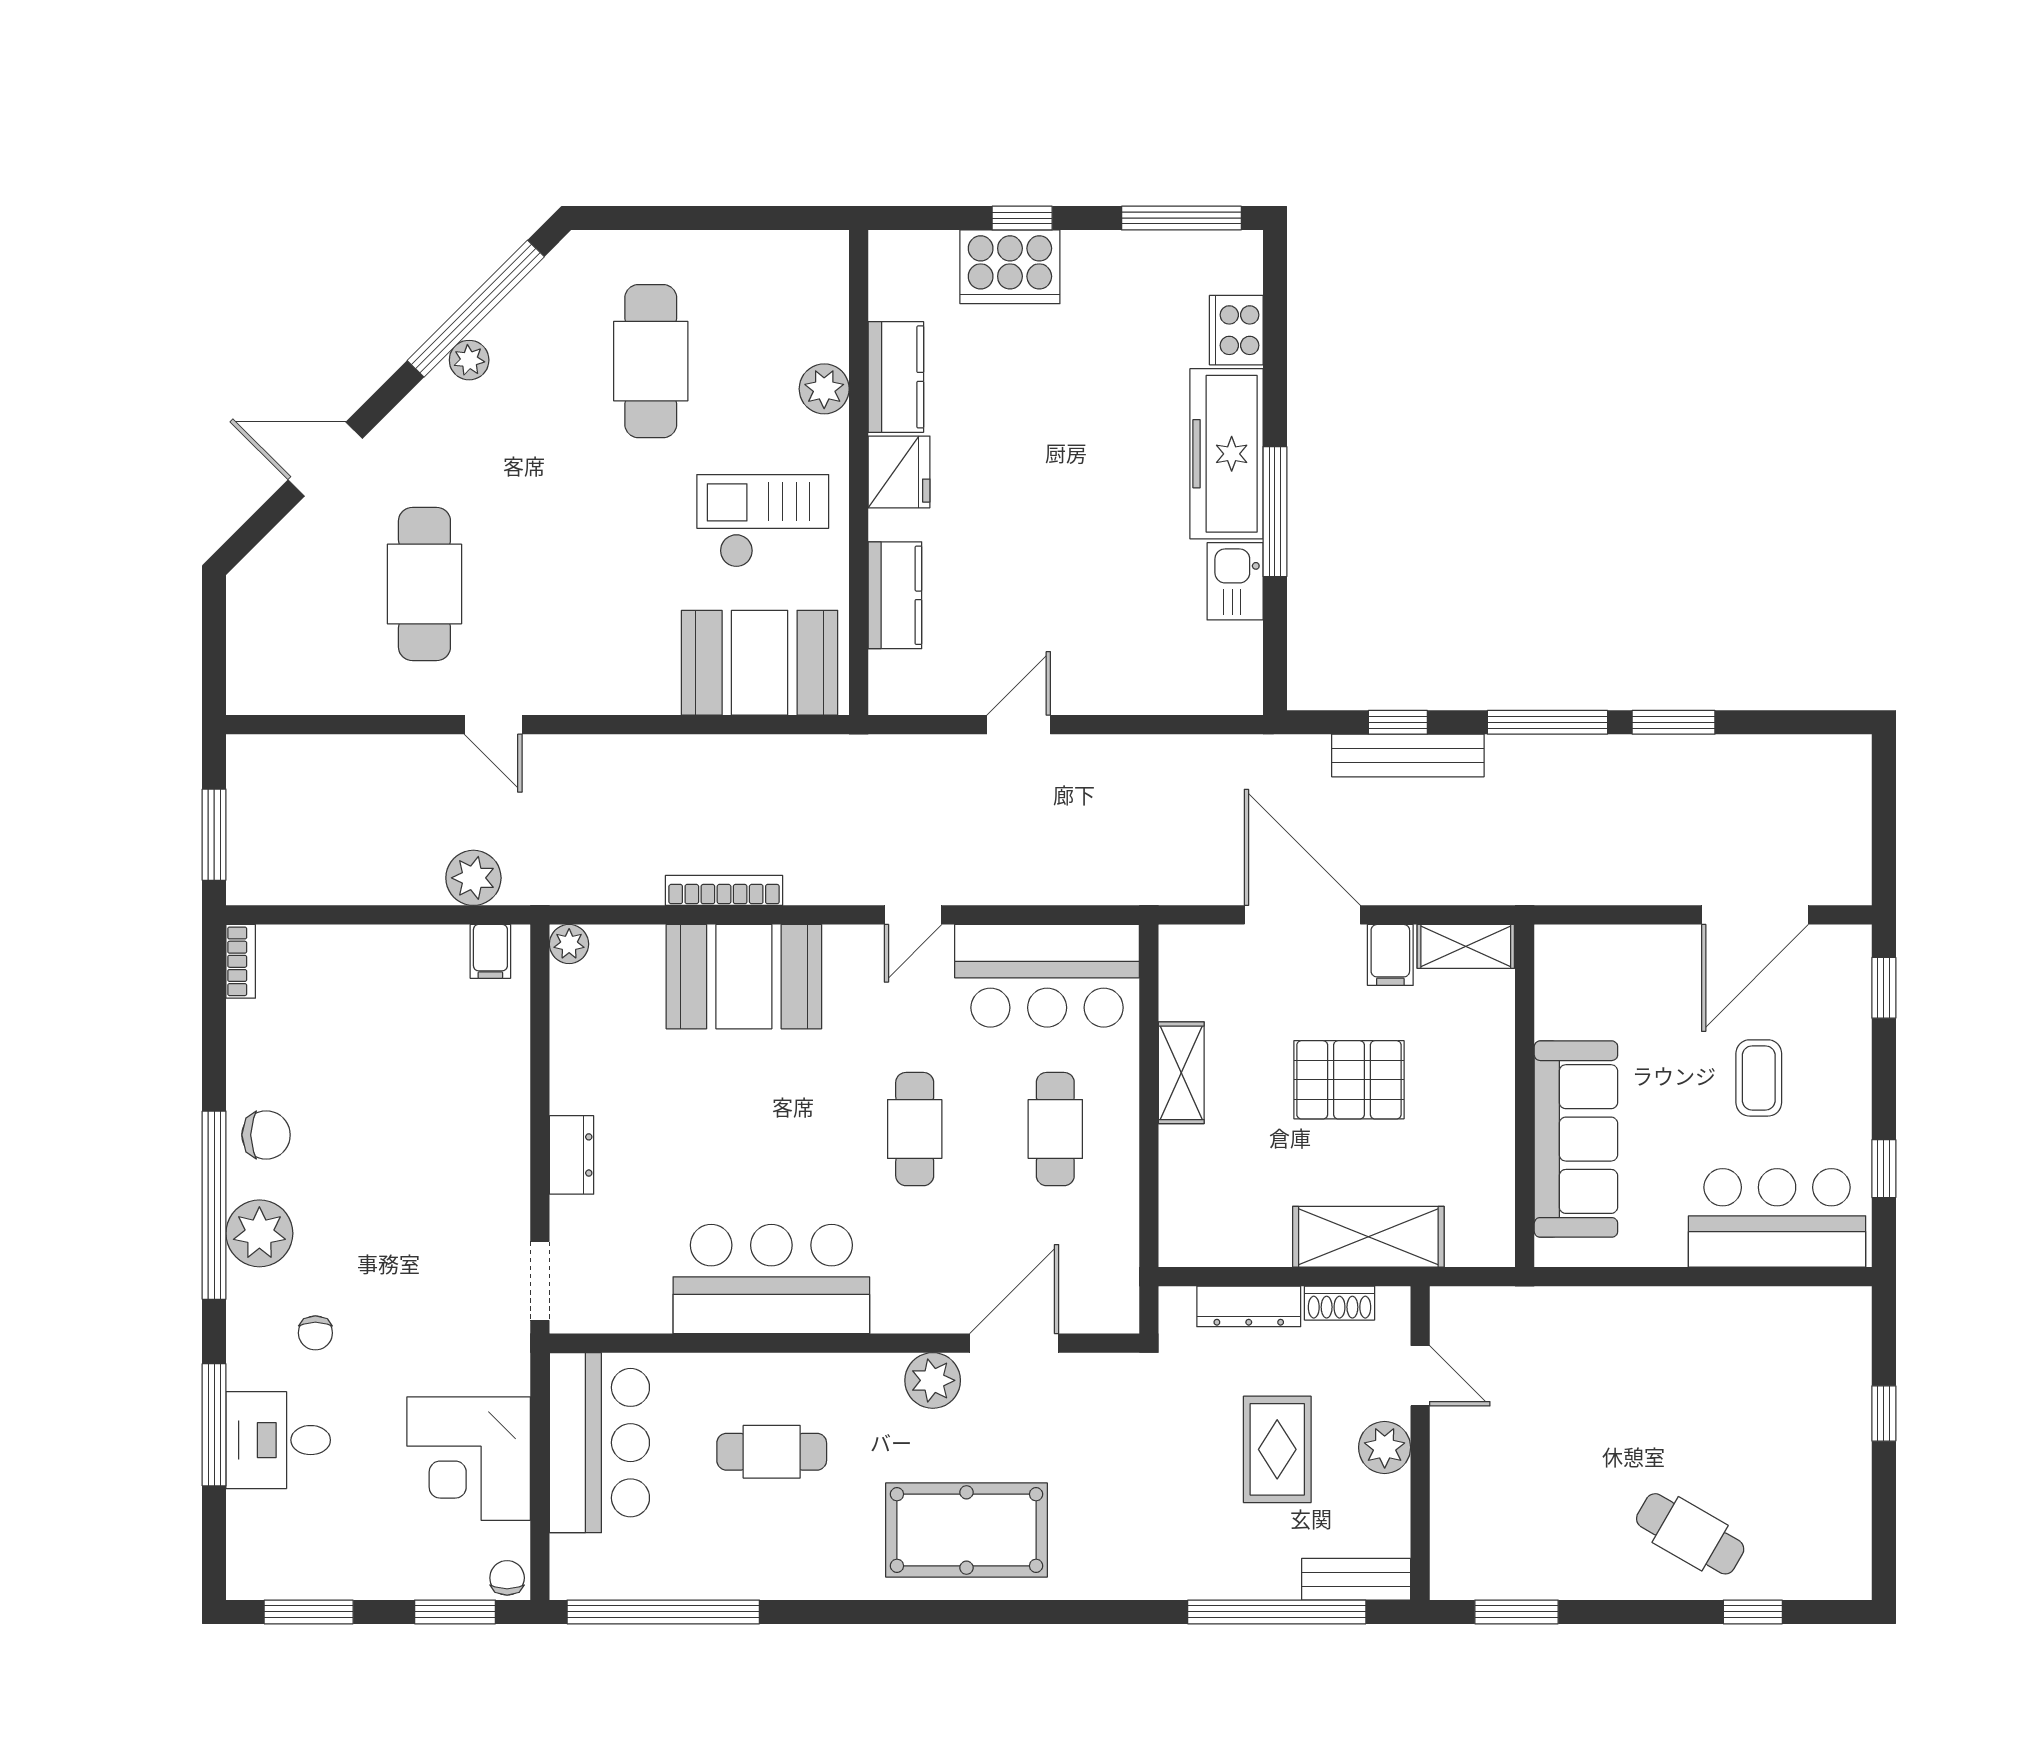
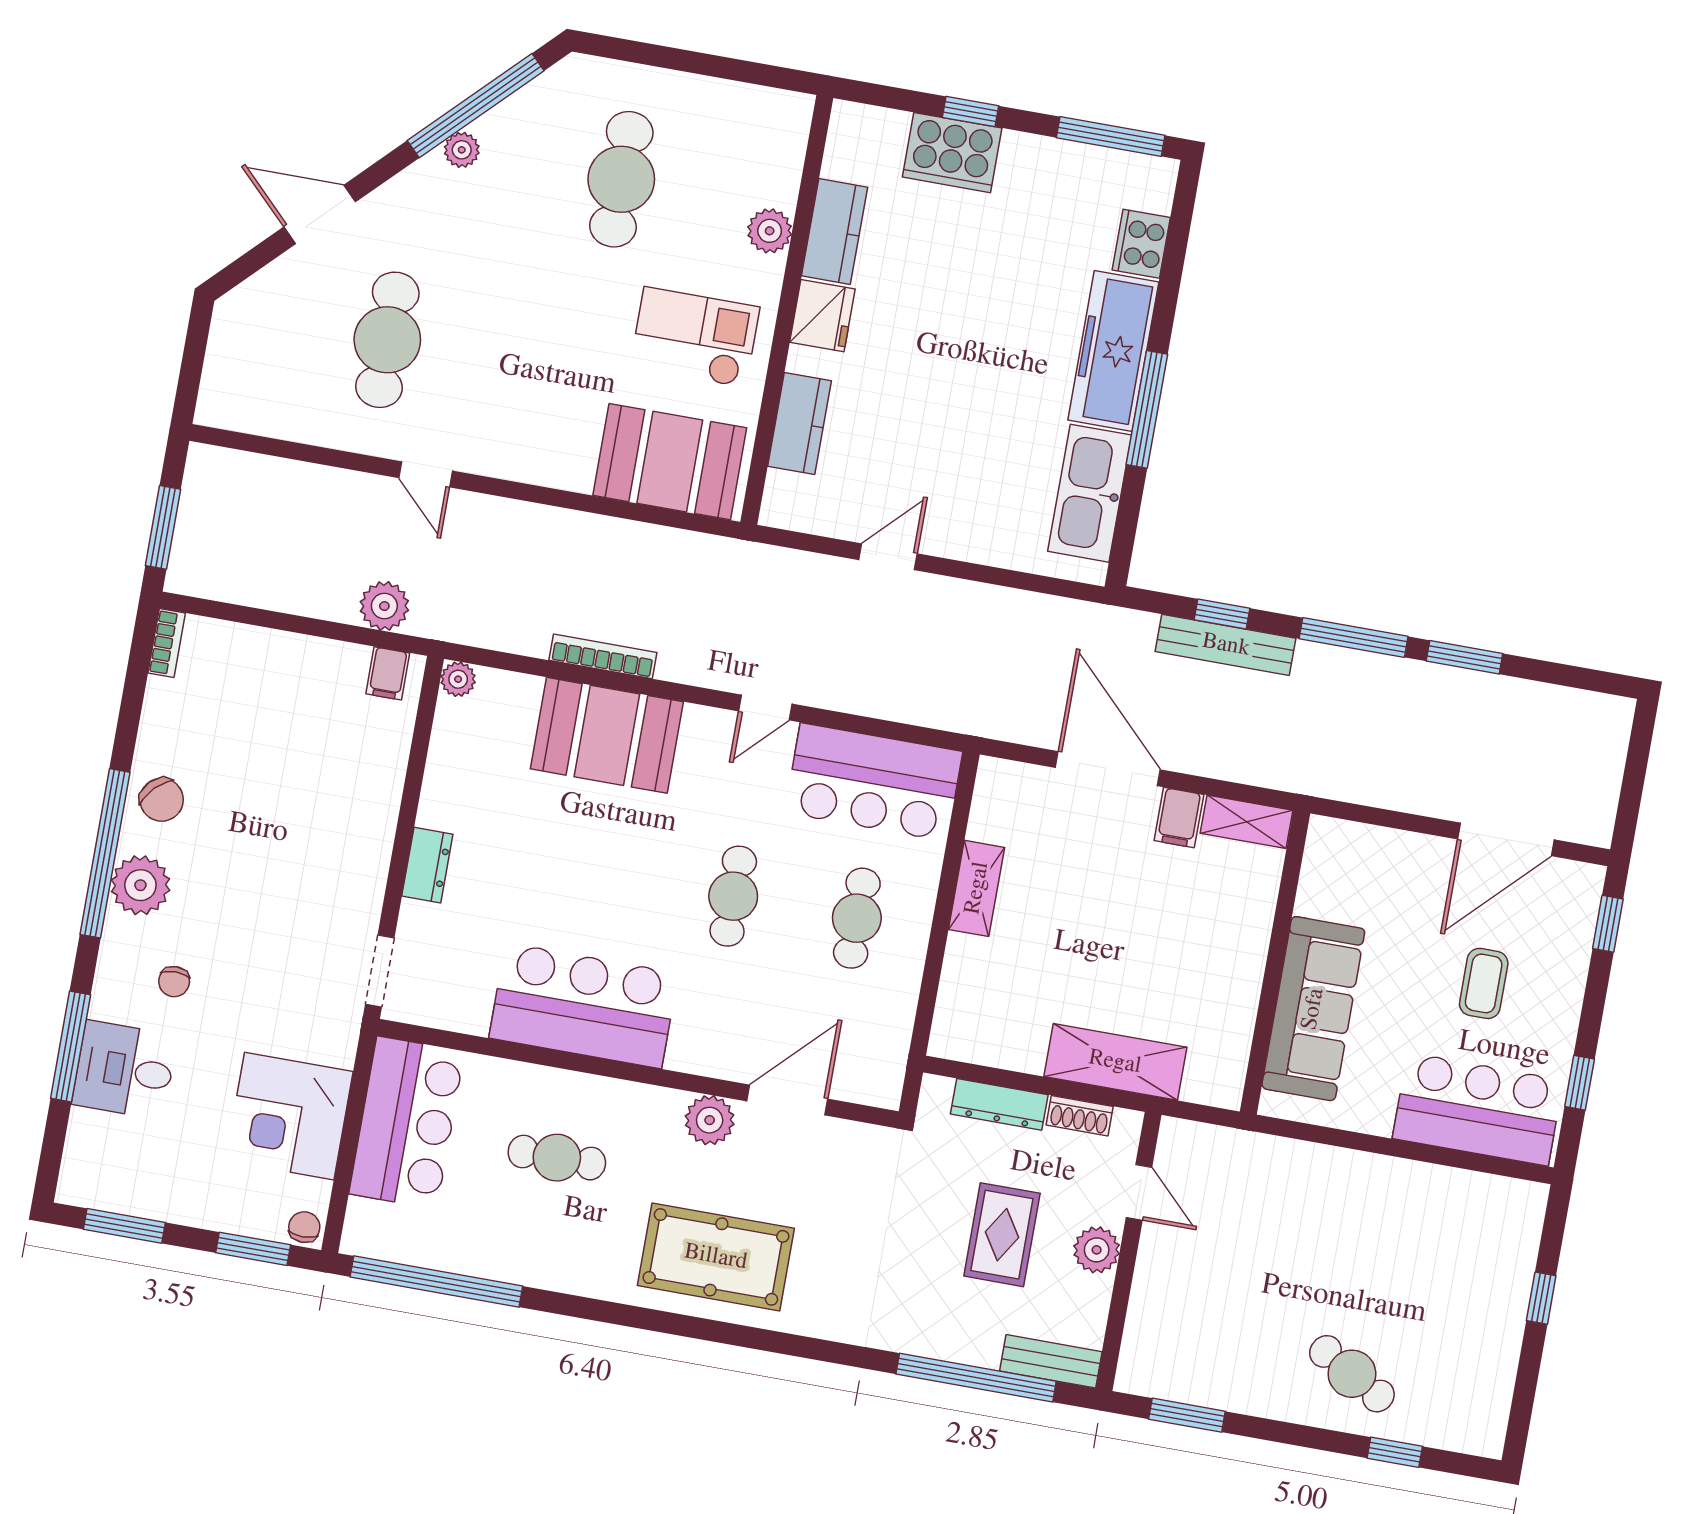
kitchen sink: (1235, 581) -> (1090, 493), width x1.88, depth x1.24
pallet: (1349, 1080) -> (1123, 921), removed
chair: (266, 1135) -> (162, 800), turned 44

